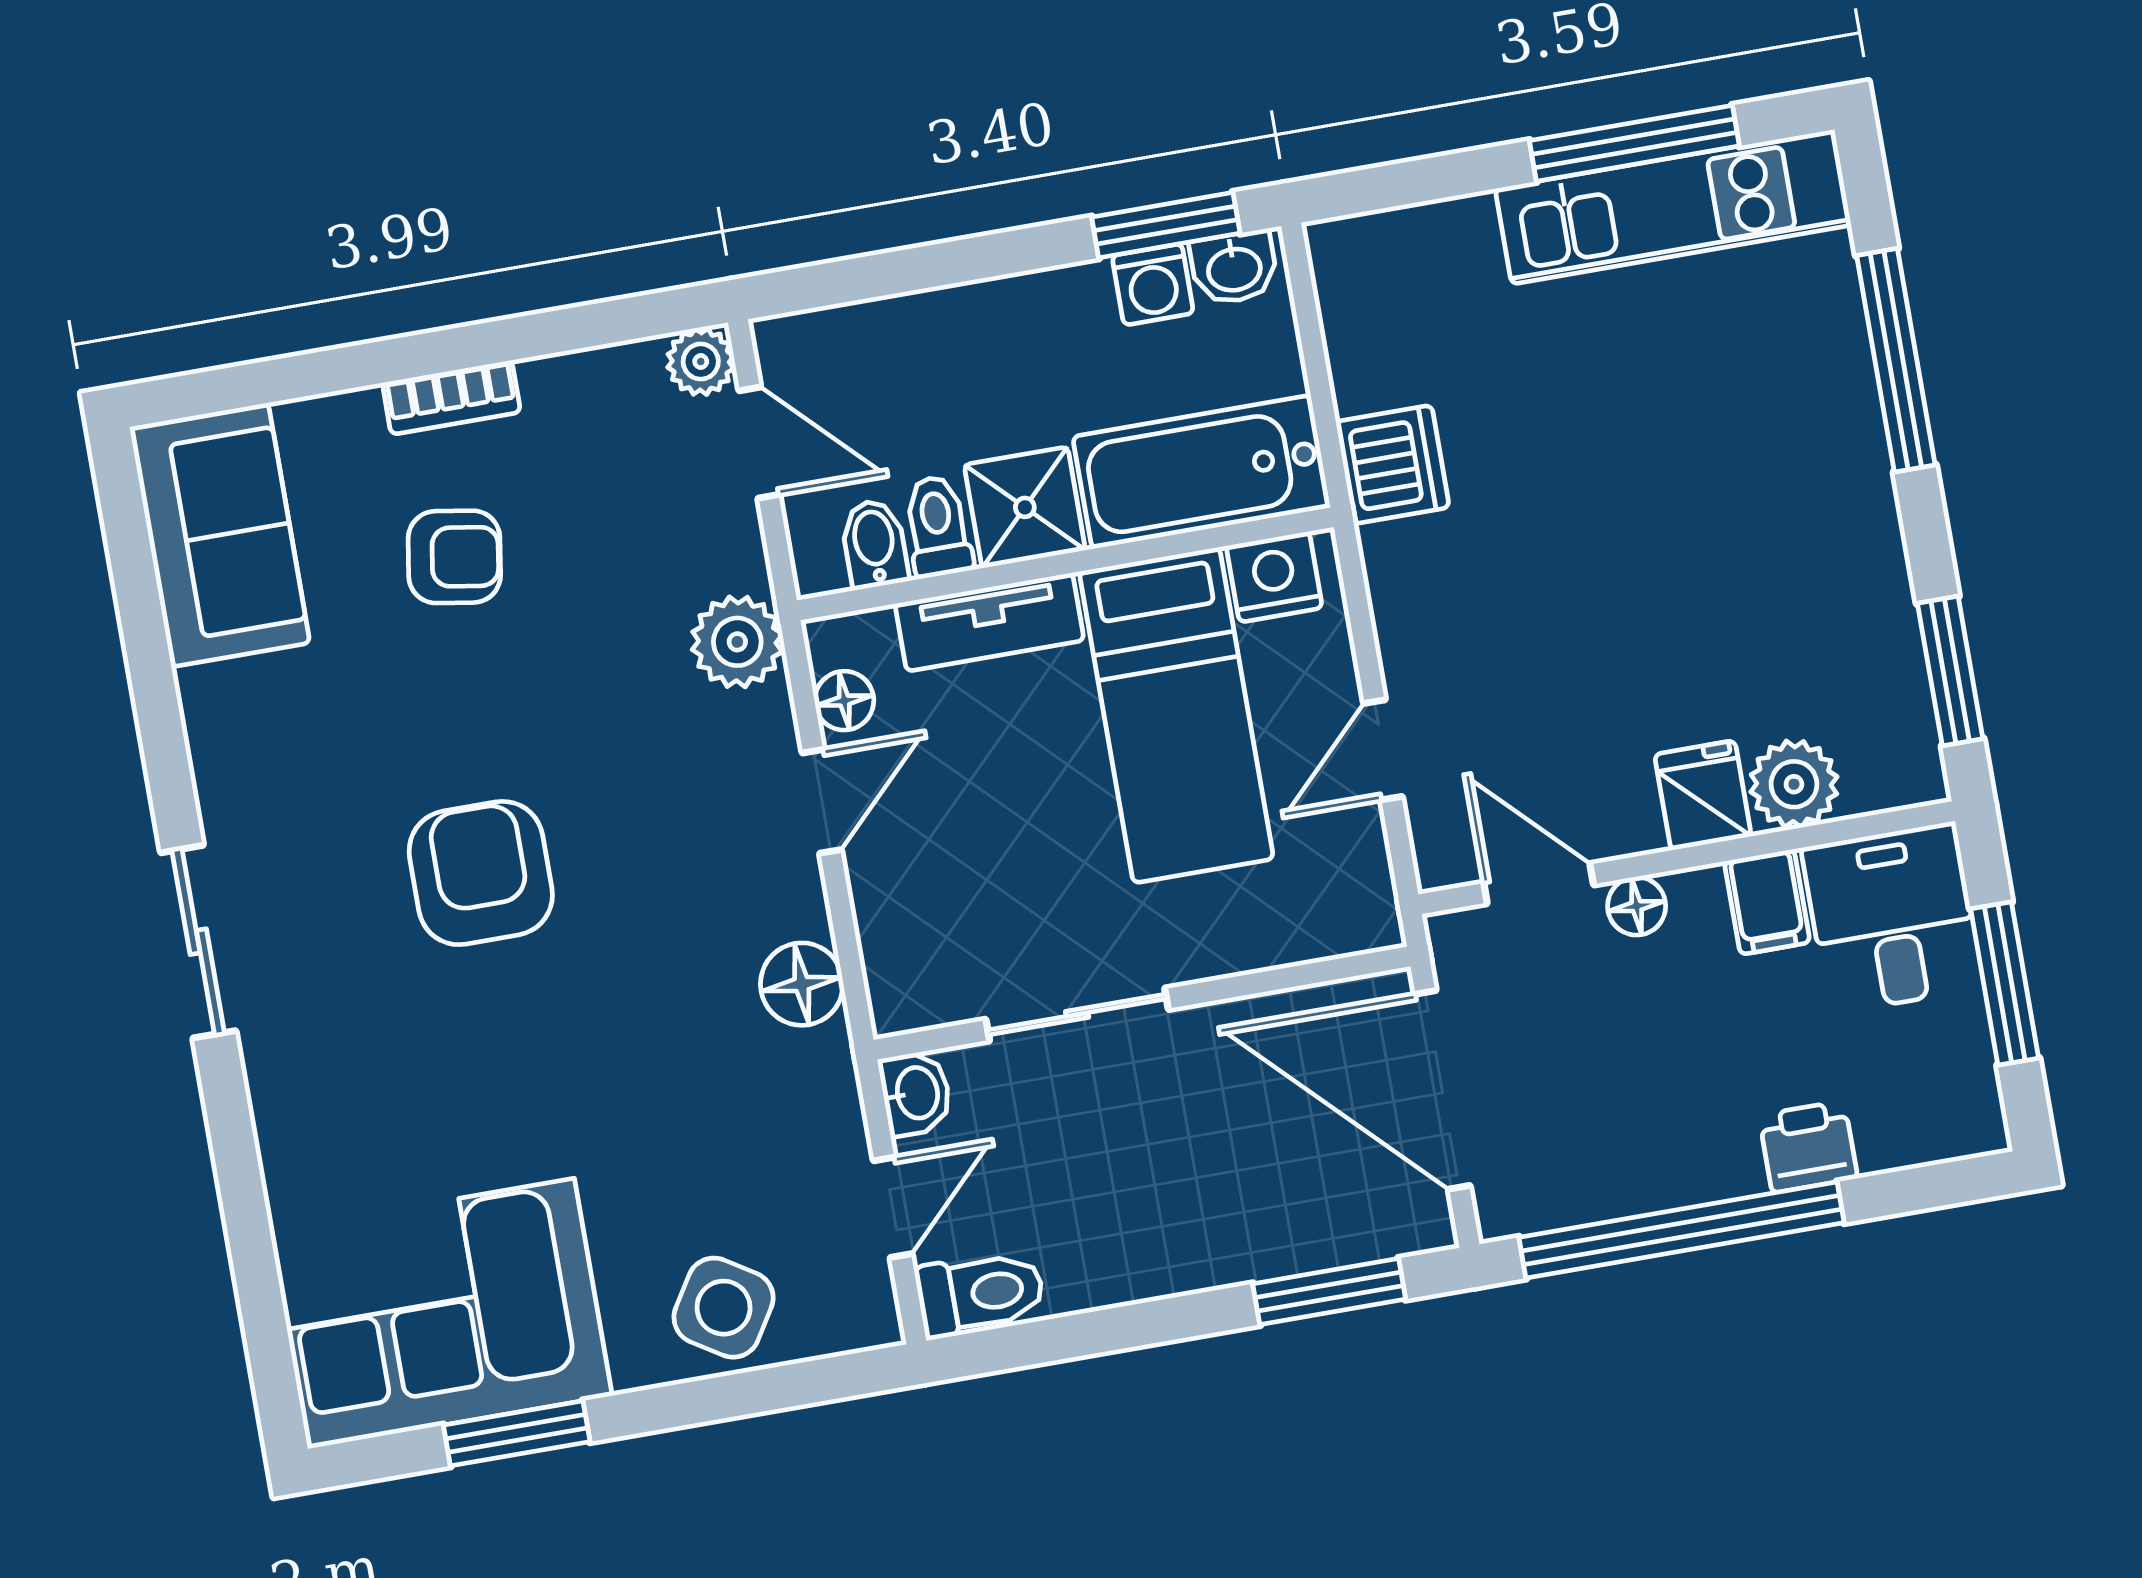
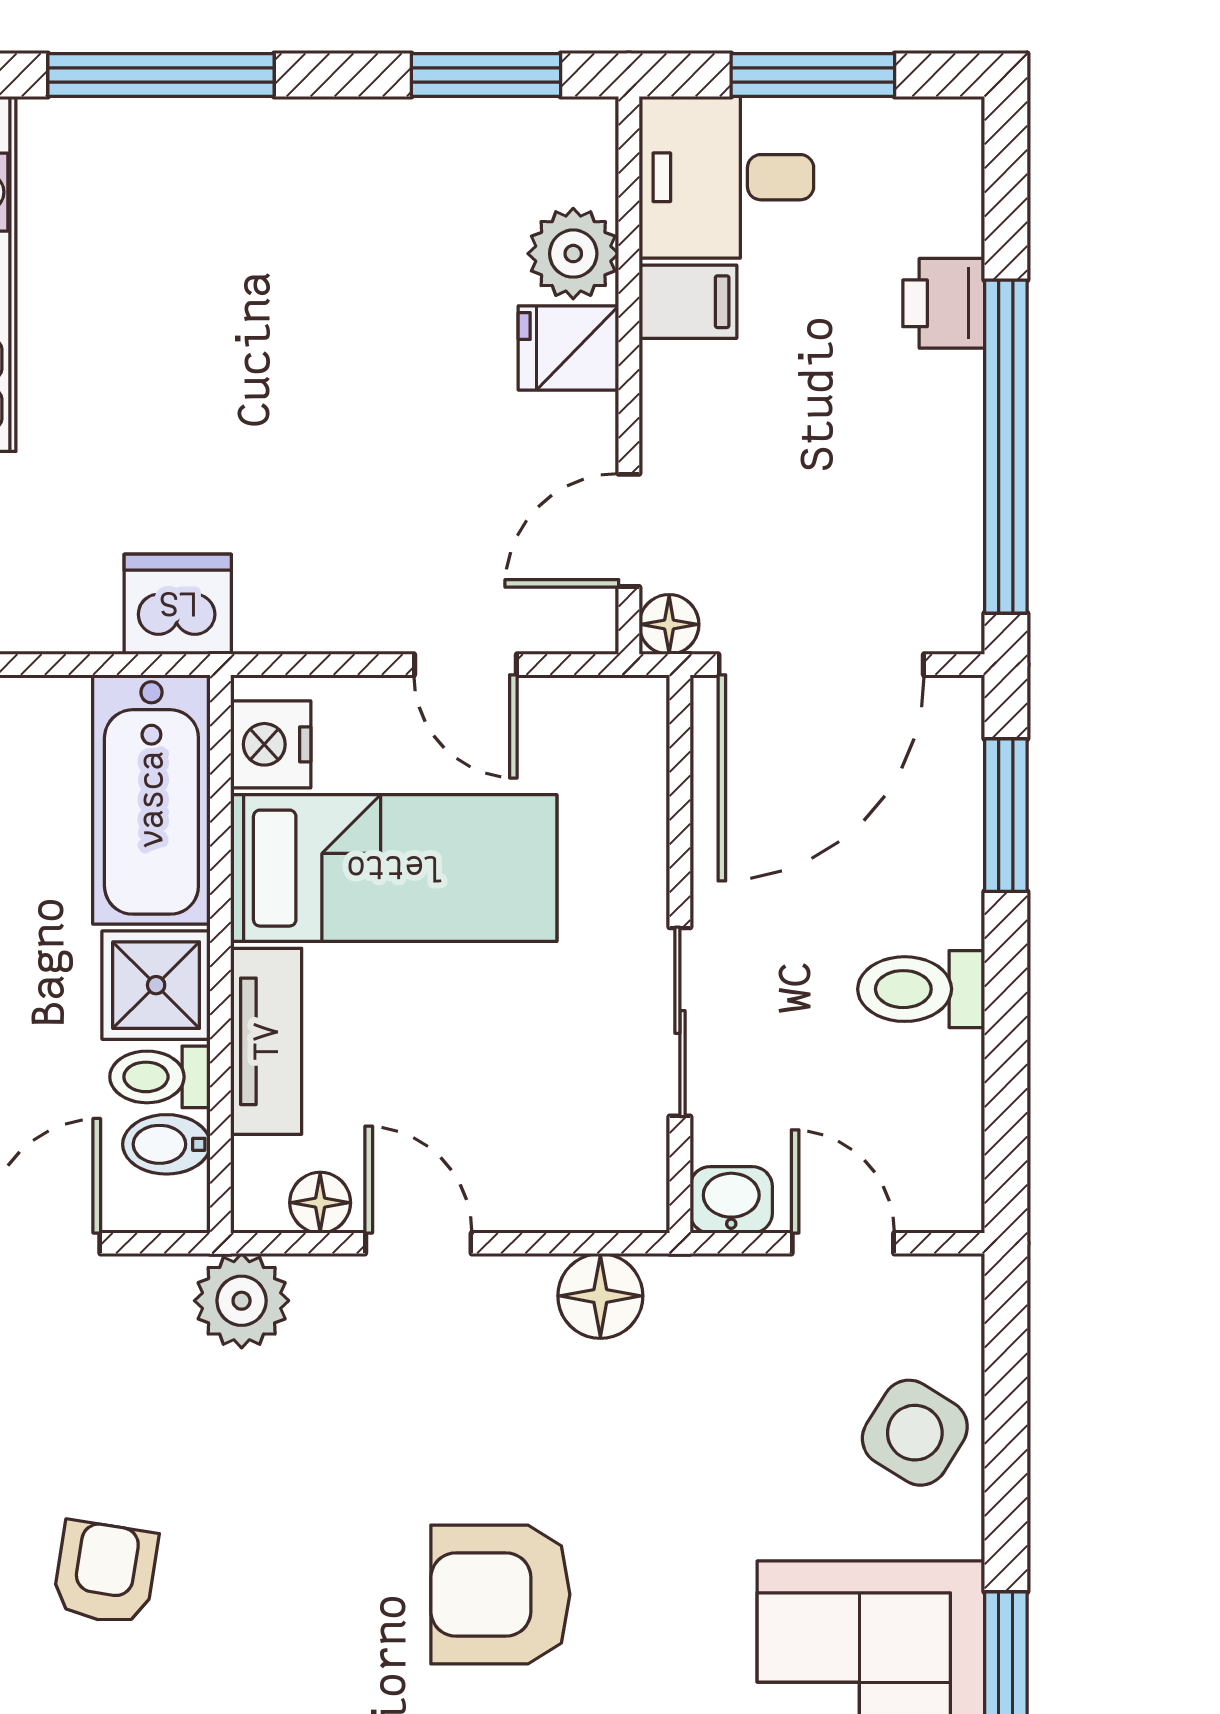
armchair: (481, 873) -> (500, 1594), moved
floor lamp: (1637, 906) -> (669, 624), moved
toilet: (980, 1294) -> (921, 989), moved, turned -90

